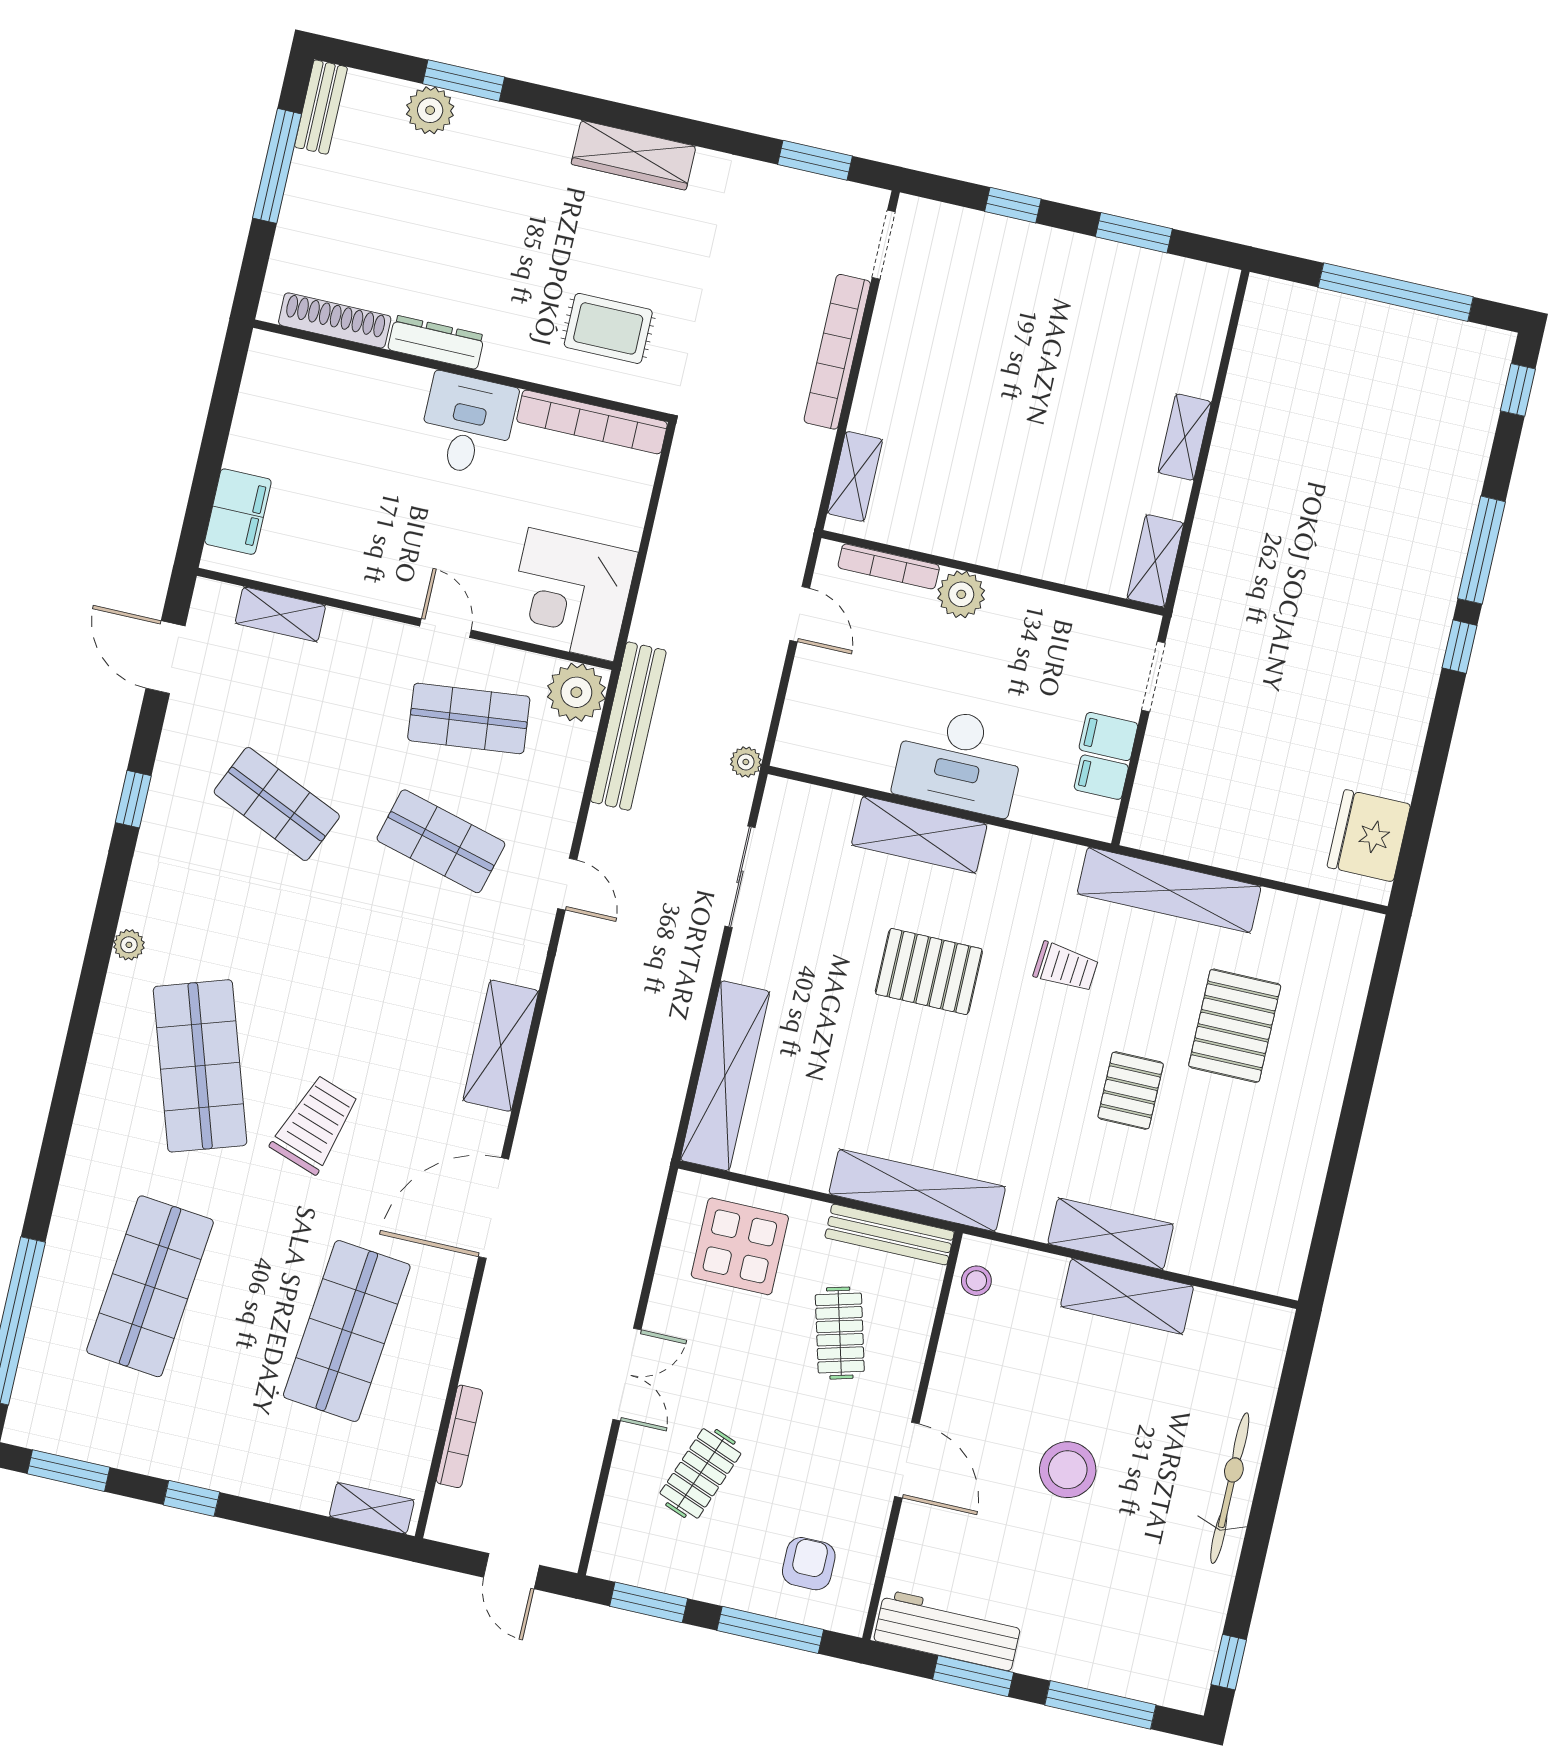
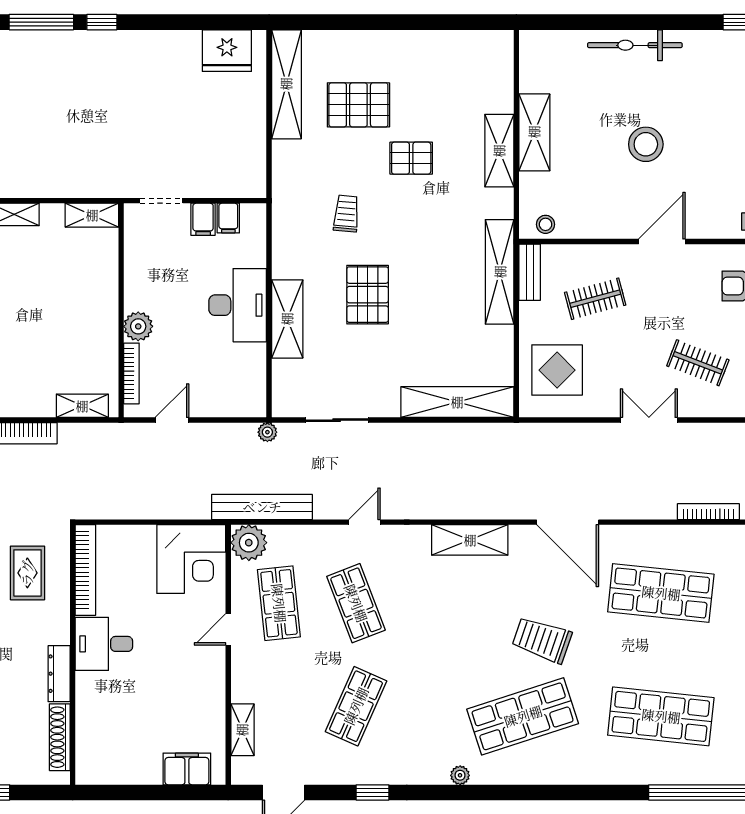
shop shelf: (441, 841) -> (356, 603), turned -36
shelving: (1169, 890) -> (286, 84), moved
bench: (890, 1235) -> (530, 272), width x0.73

